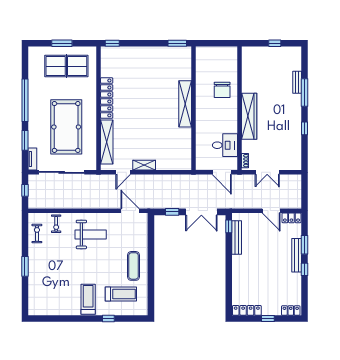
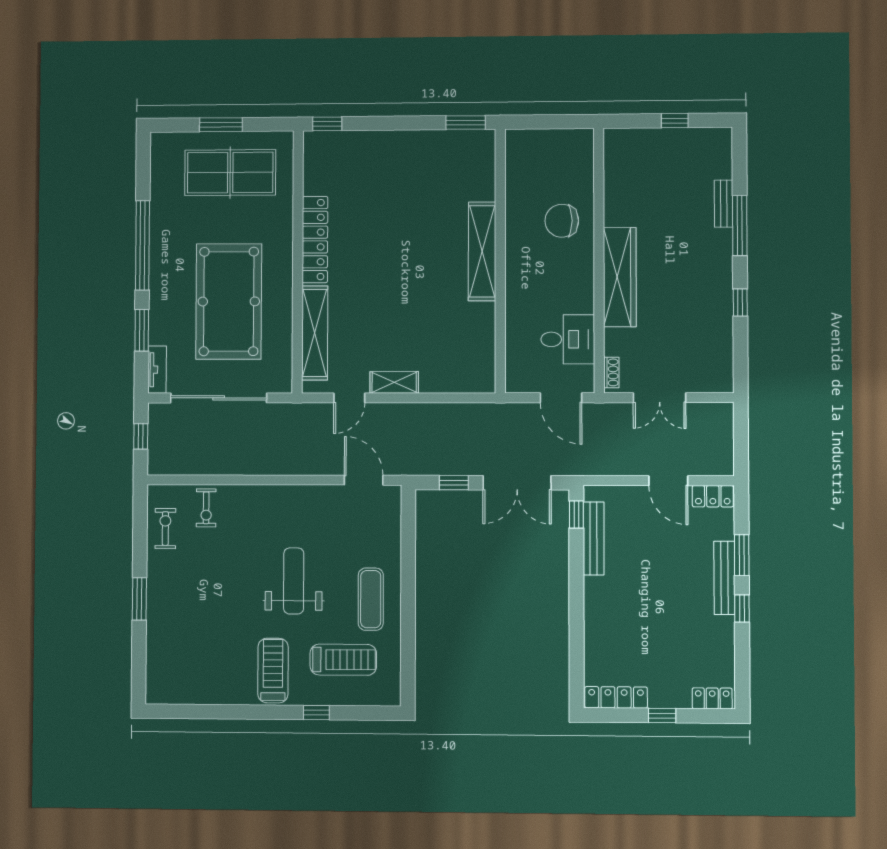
chair: (222, 90) -> (562, 221), turned 90
weight bench: (91, 234) -> (294, 581), moved, turned -90

